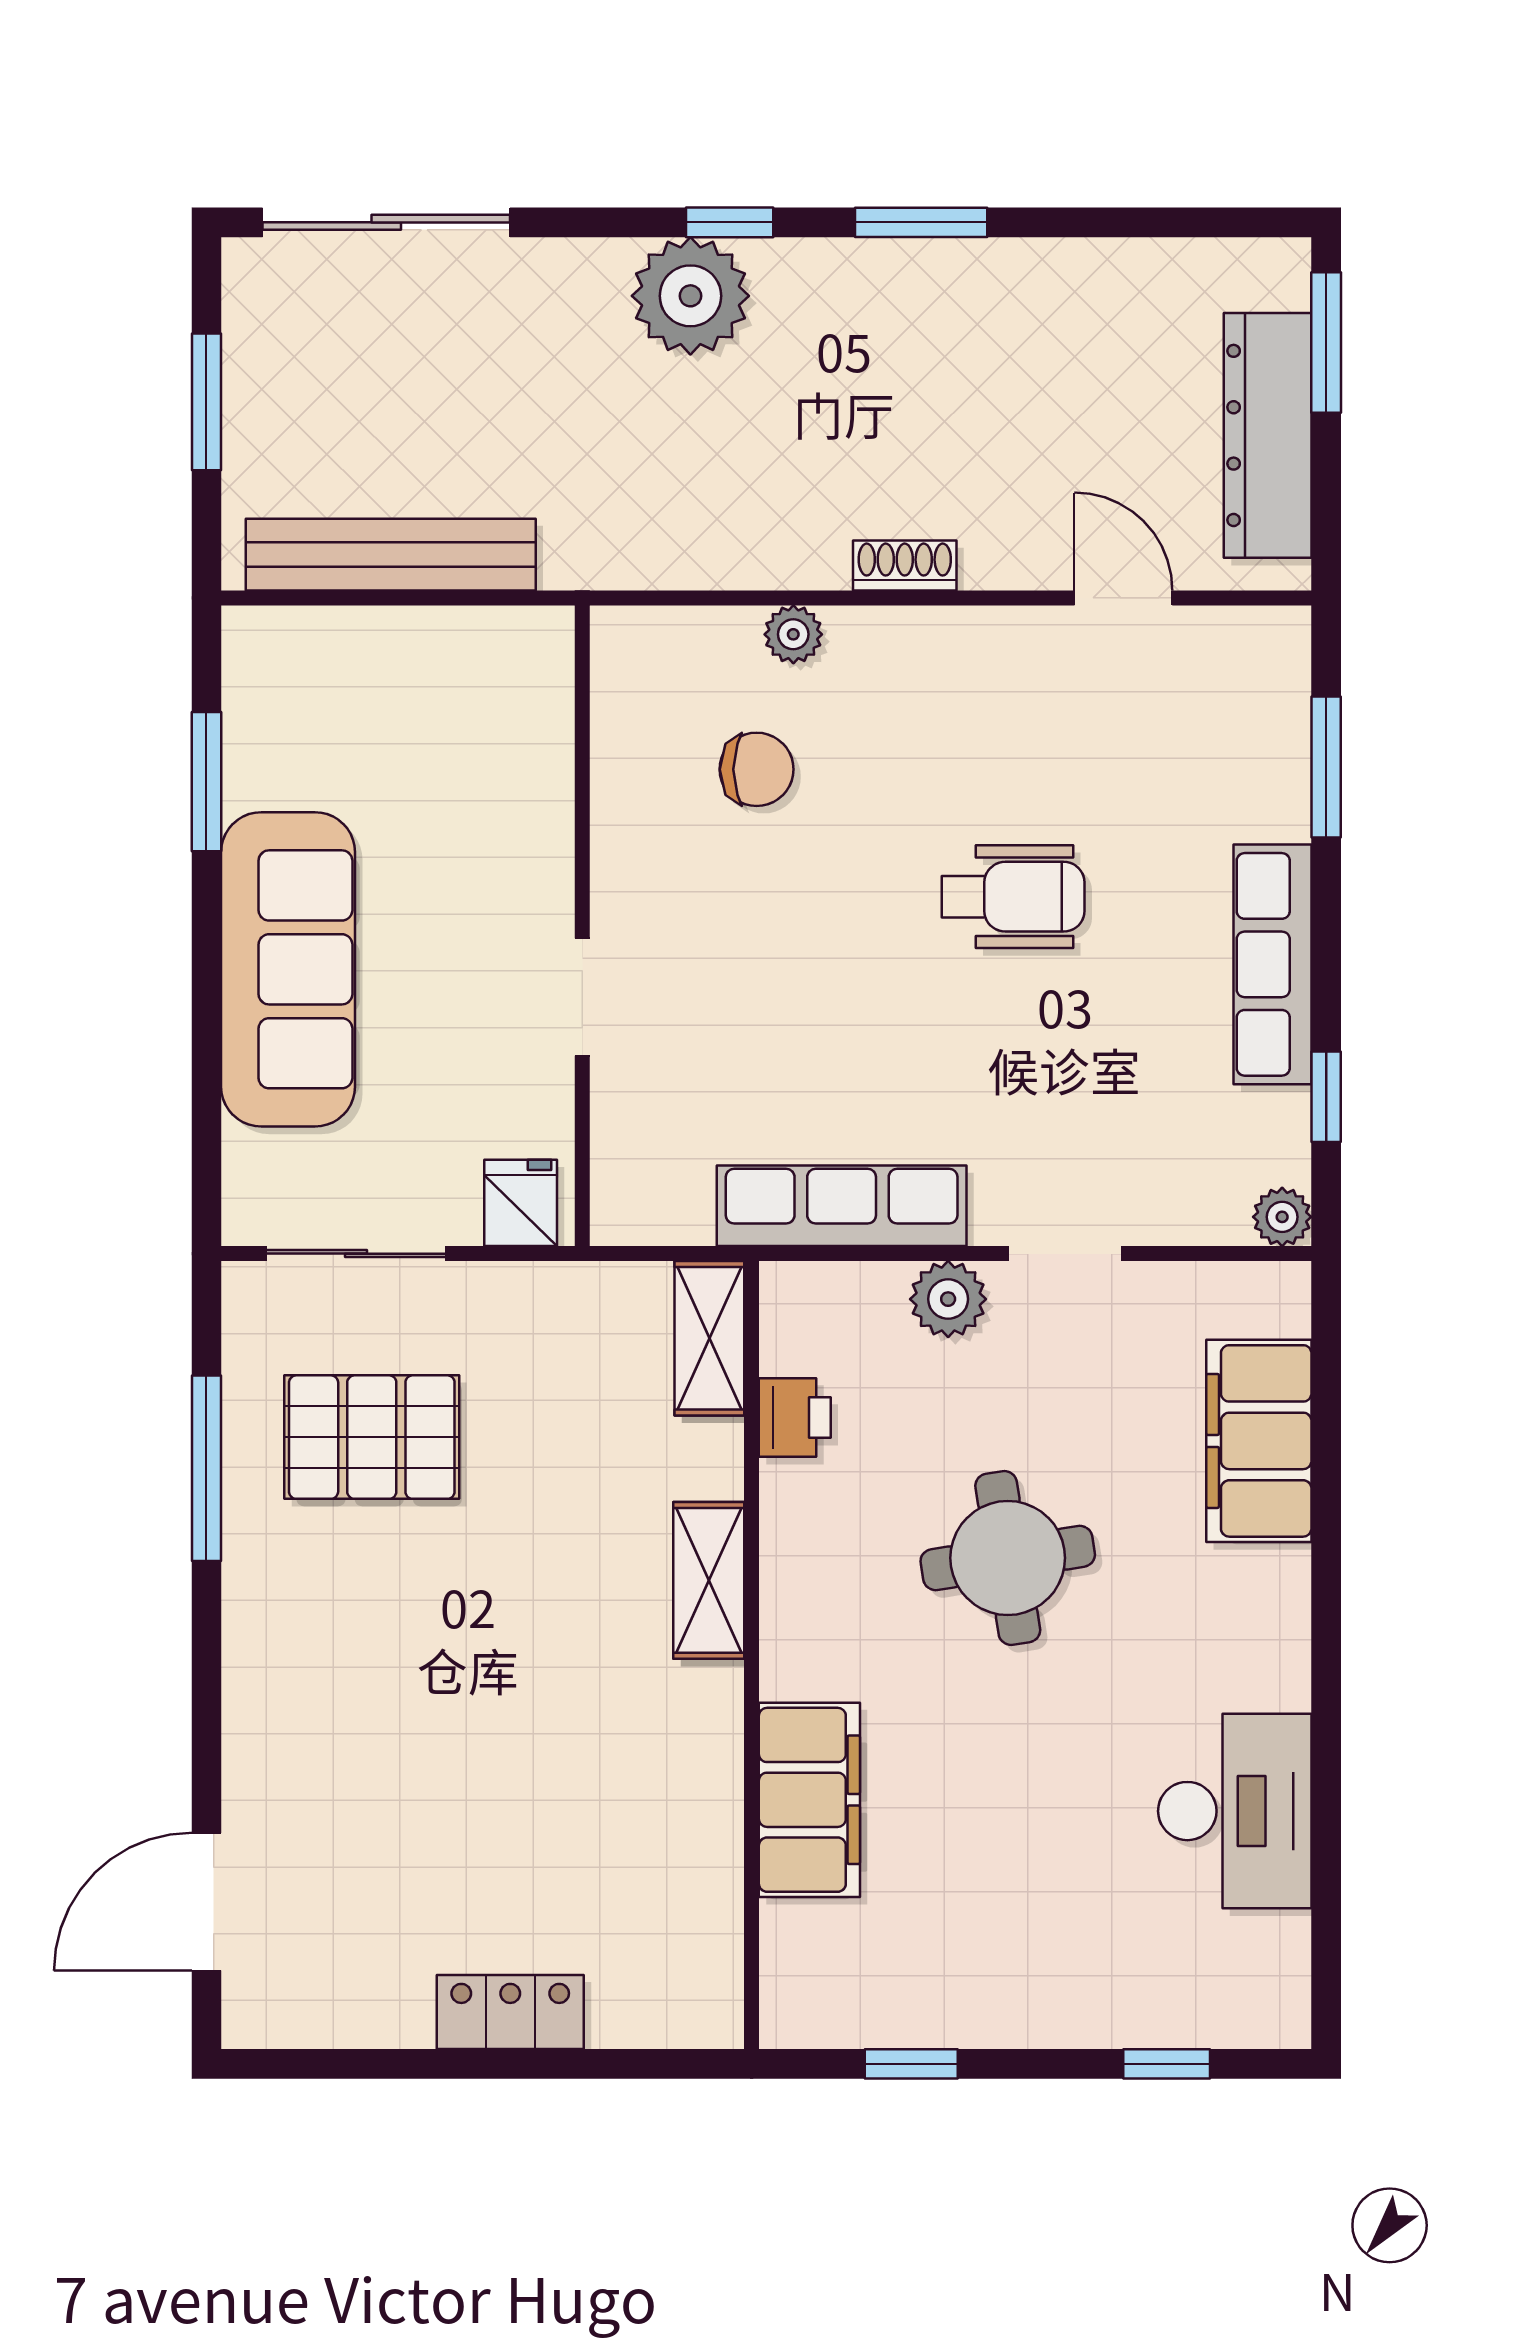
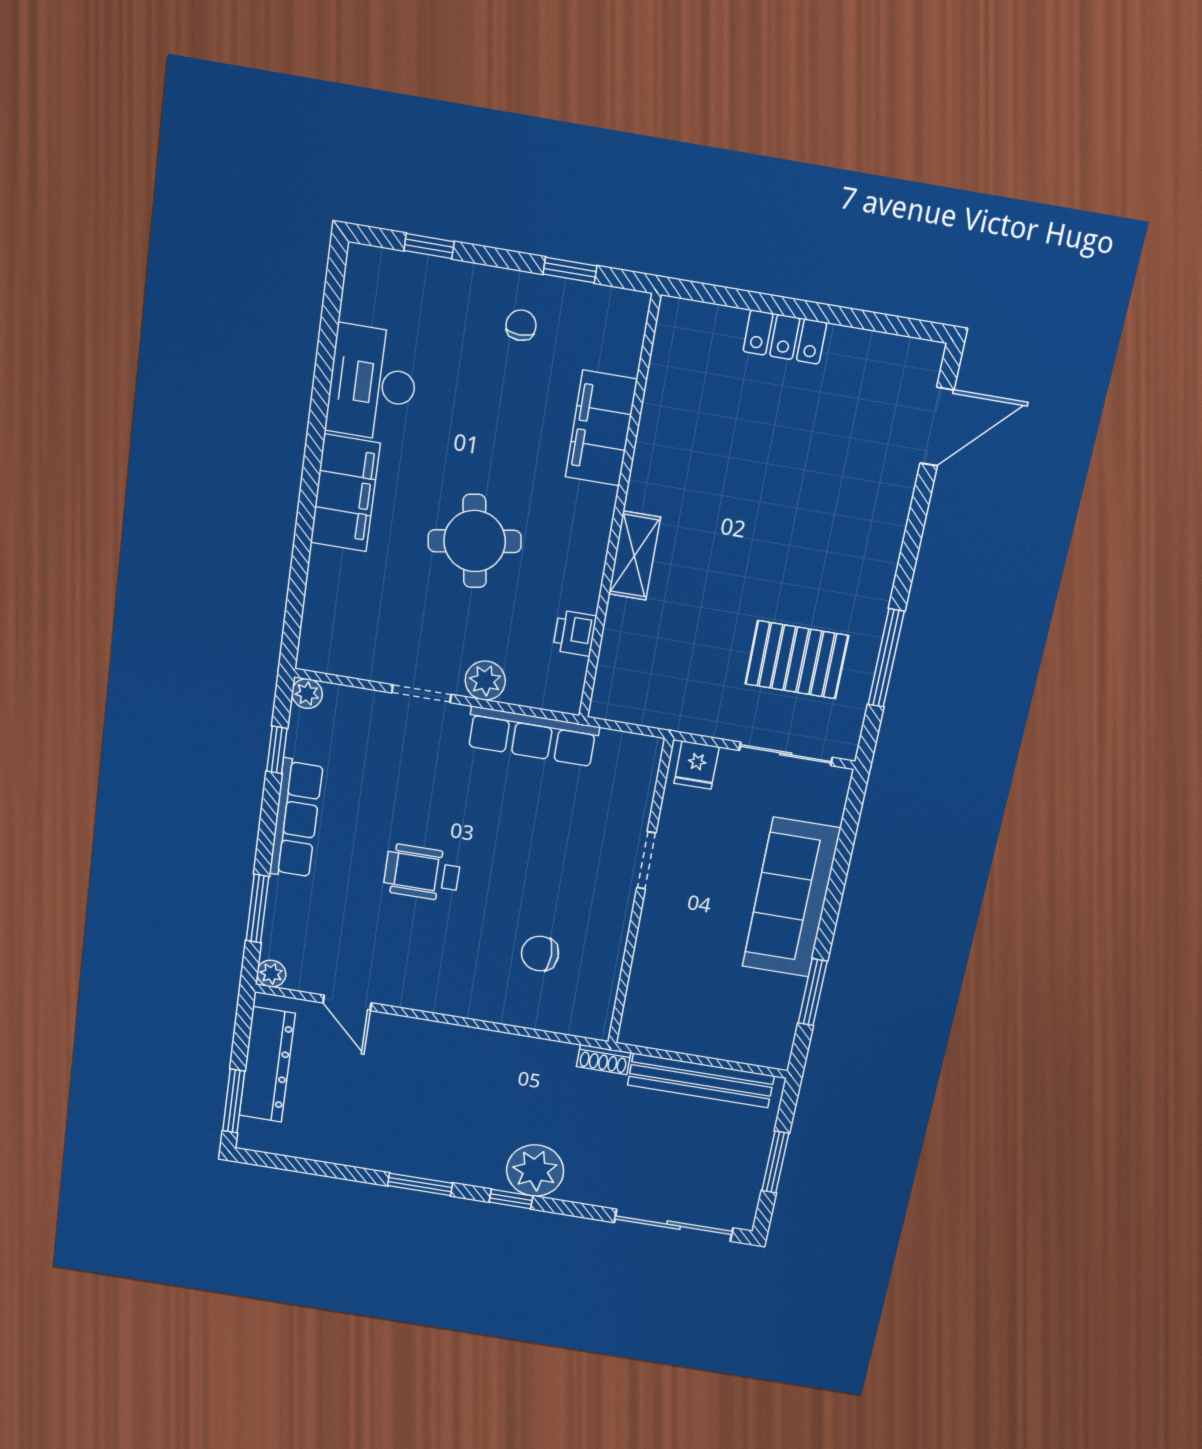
shoe rack: (905, 566) -> (604, 1060), moved
plant: (793, 634) -> (271, 974), moved
shelving: (709, 1338) -> (612, 681), removed
filing cabinet: (1259, 1441) -> (345, 493), moved
chair: (983, 1956) -> (521, 325), added

